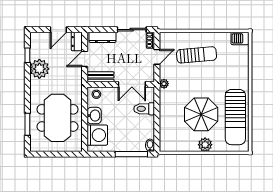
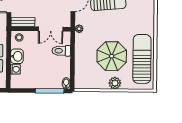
sun lounger: (235, 117) -> (142, 59), turned 180
washing machine: (97, 135) -> (15, 69), width x0.53, depth x0.53

